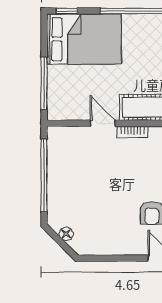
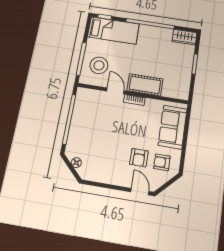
bed: (84, 39) -> (113, 30), width x0.67
stool: (72, 89) -> (99, 65), added

